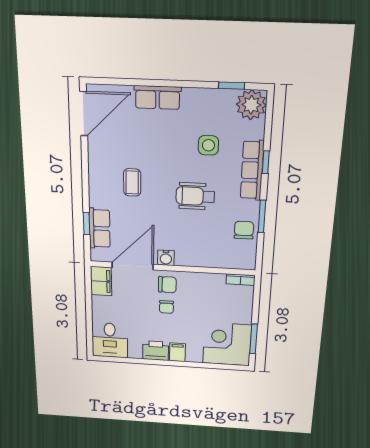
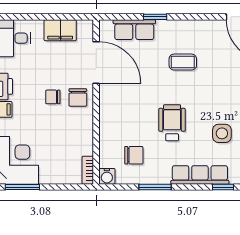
window: (266, 162) -> (223, 187), moved
window: (87, 223) -> (155, 17), moved
chair: (244, 230) -> (134, 155), moved
water cooler: (166, 258) -> (107, 176), moved, turned -90
filing cabinet: (101, 281) -> (60, 30), moved

